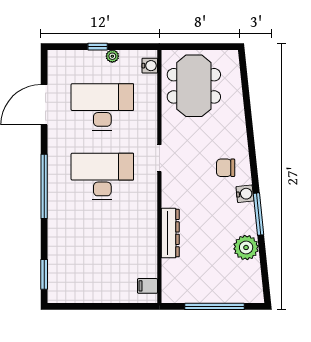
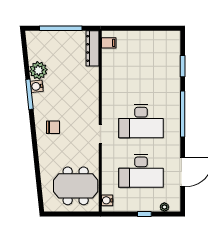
plant: (112, 56) -> (164, 207), moved
meeting table: (194, 86) -> (76, 186), turned 90
water cooler: (245, 194) -> (37, 86), moved
dresser: (170, 233) -> (93, 48), moved
window: (44, 274) -> (183, 66), moved

